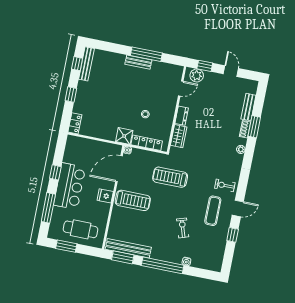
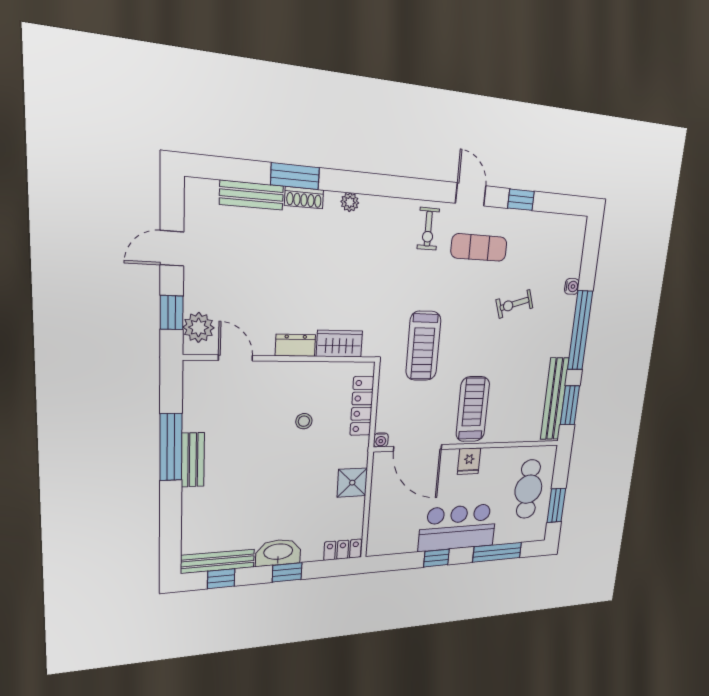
washbasin: (83, 92) -> (278, 552), added
shower: (124, 136) -> (352, 483), moved

